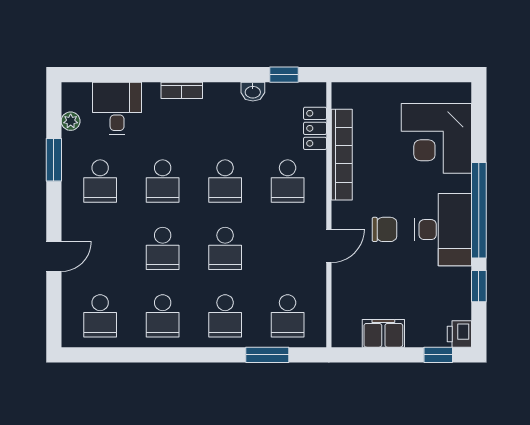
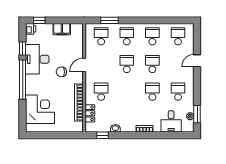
window: (54, 160) -> (197, 114), moved
school desk: (225, 181) -> (127, 92), removed
desk: (443, 230) -> (37, 59), moved

